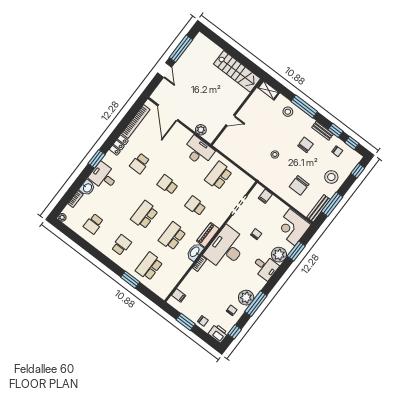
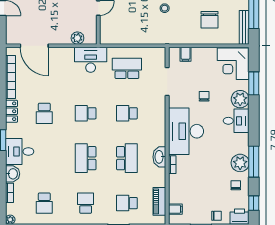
school desk: (218, 176) -> (127, 68), turned 90
piano: (208, 235) -> (159, 201), moved
school desk: (172, 236) -> (127, 158), turned 180
school desk: (149, 266) -> (127, 203), width x0.54

